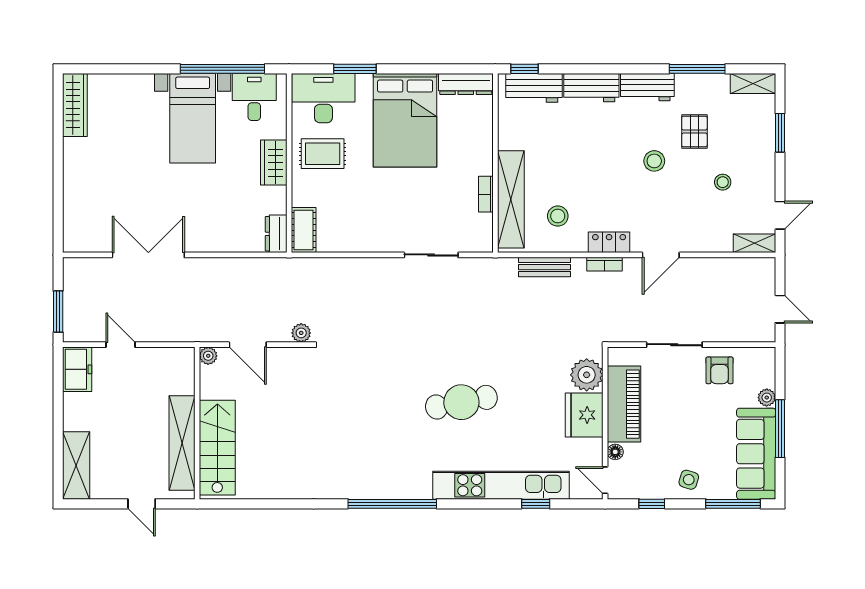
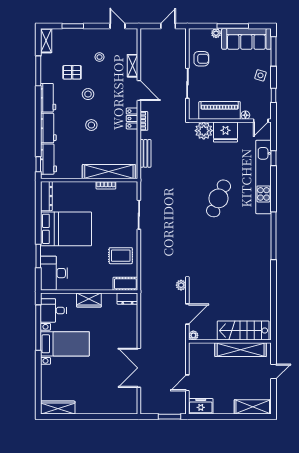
rug: (323, 154) -> (121, 256), moved, turned 90
stool: (558, 216) -> (91, 125), moved
shelving: (754, 243) -> (133, 66), moved
cafe table: (461, 402) -> (219, 198), turned 34

